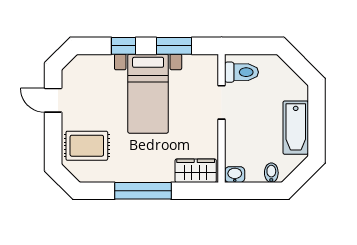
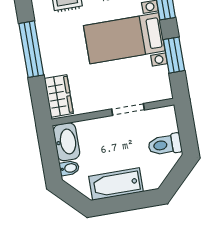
toilet: (241, 72) -> (165, 145), moved, turned 90
washbasin: (235, 175) -> (66, 142), width x1.91, depth x1.45

